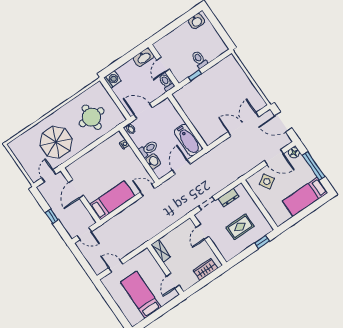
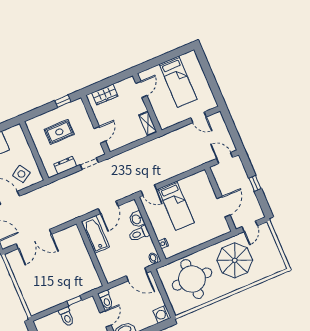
round table: (92, 117) -> (192, 279), width x1.36, depth x1.36
bed: (112, 200) -> (176, 206), moved, turned -90
window: (262, 242) -> (63, 101), moved

